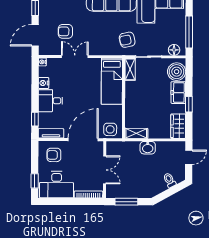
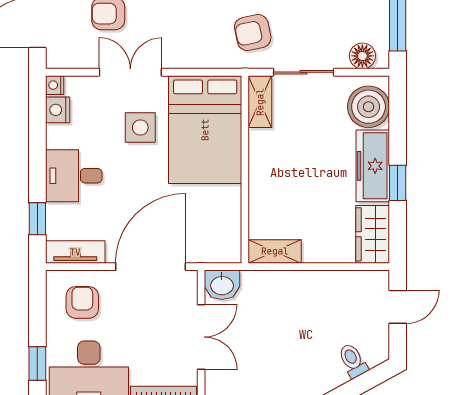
bed: (112, 81) -> (205, 130), width x1.50
nightstand: (44, 83) -> (58, 110), moved
freezer: (178, 93) -> (373, 166), width x1.40
side table: (110, 129) -> (140, 128), moved
washbasin: (148, 148) -> (222, 285), moved
armchair: (54, 155) -> (82, 302), turned 90

